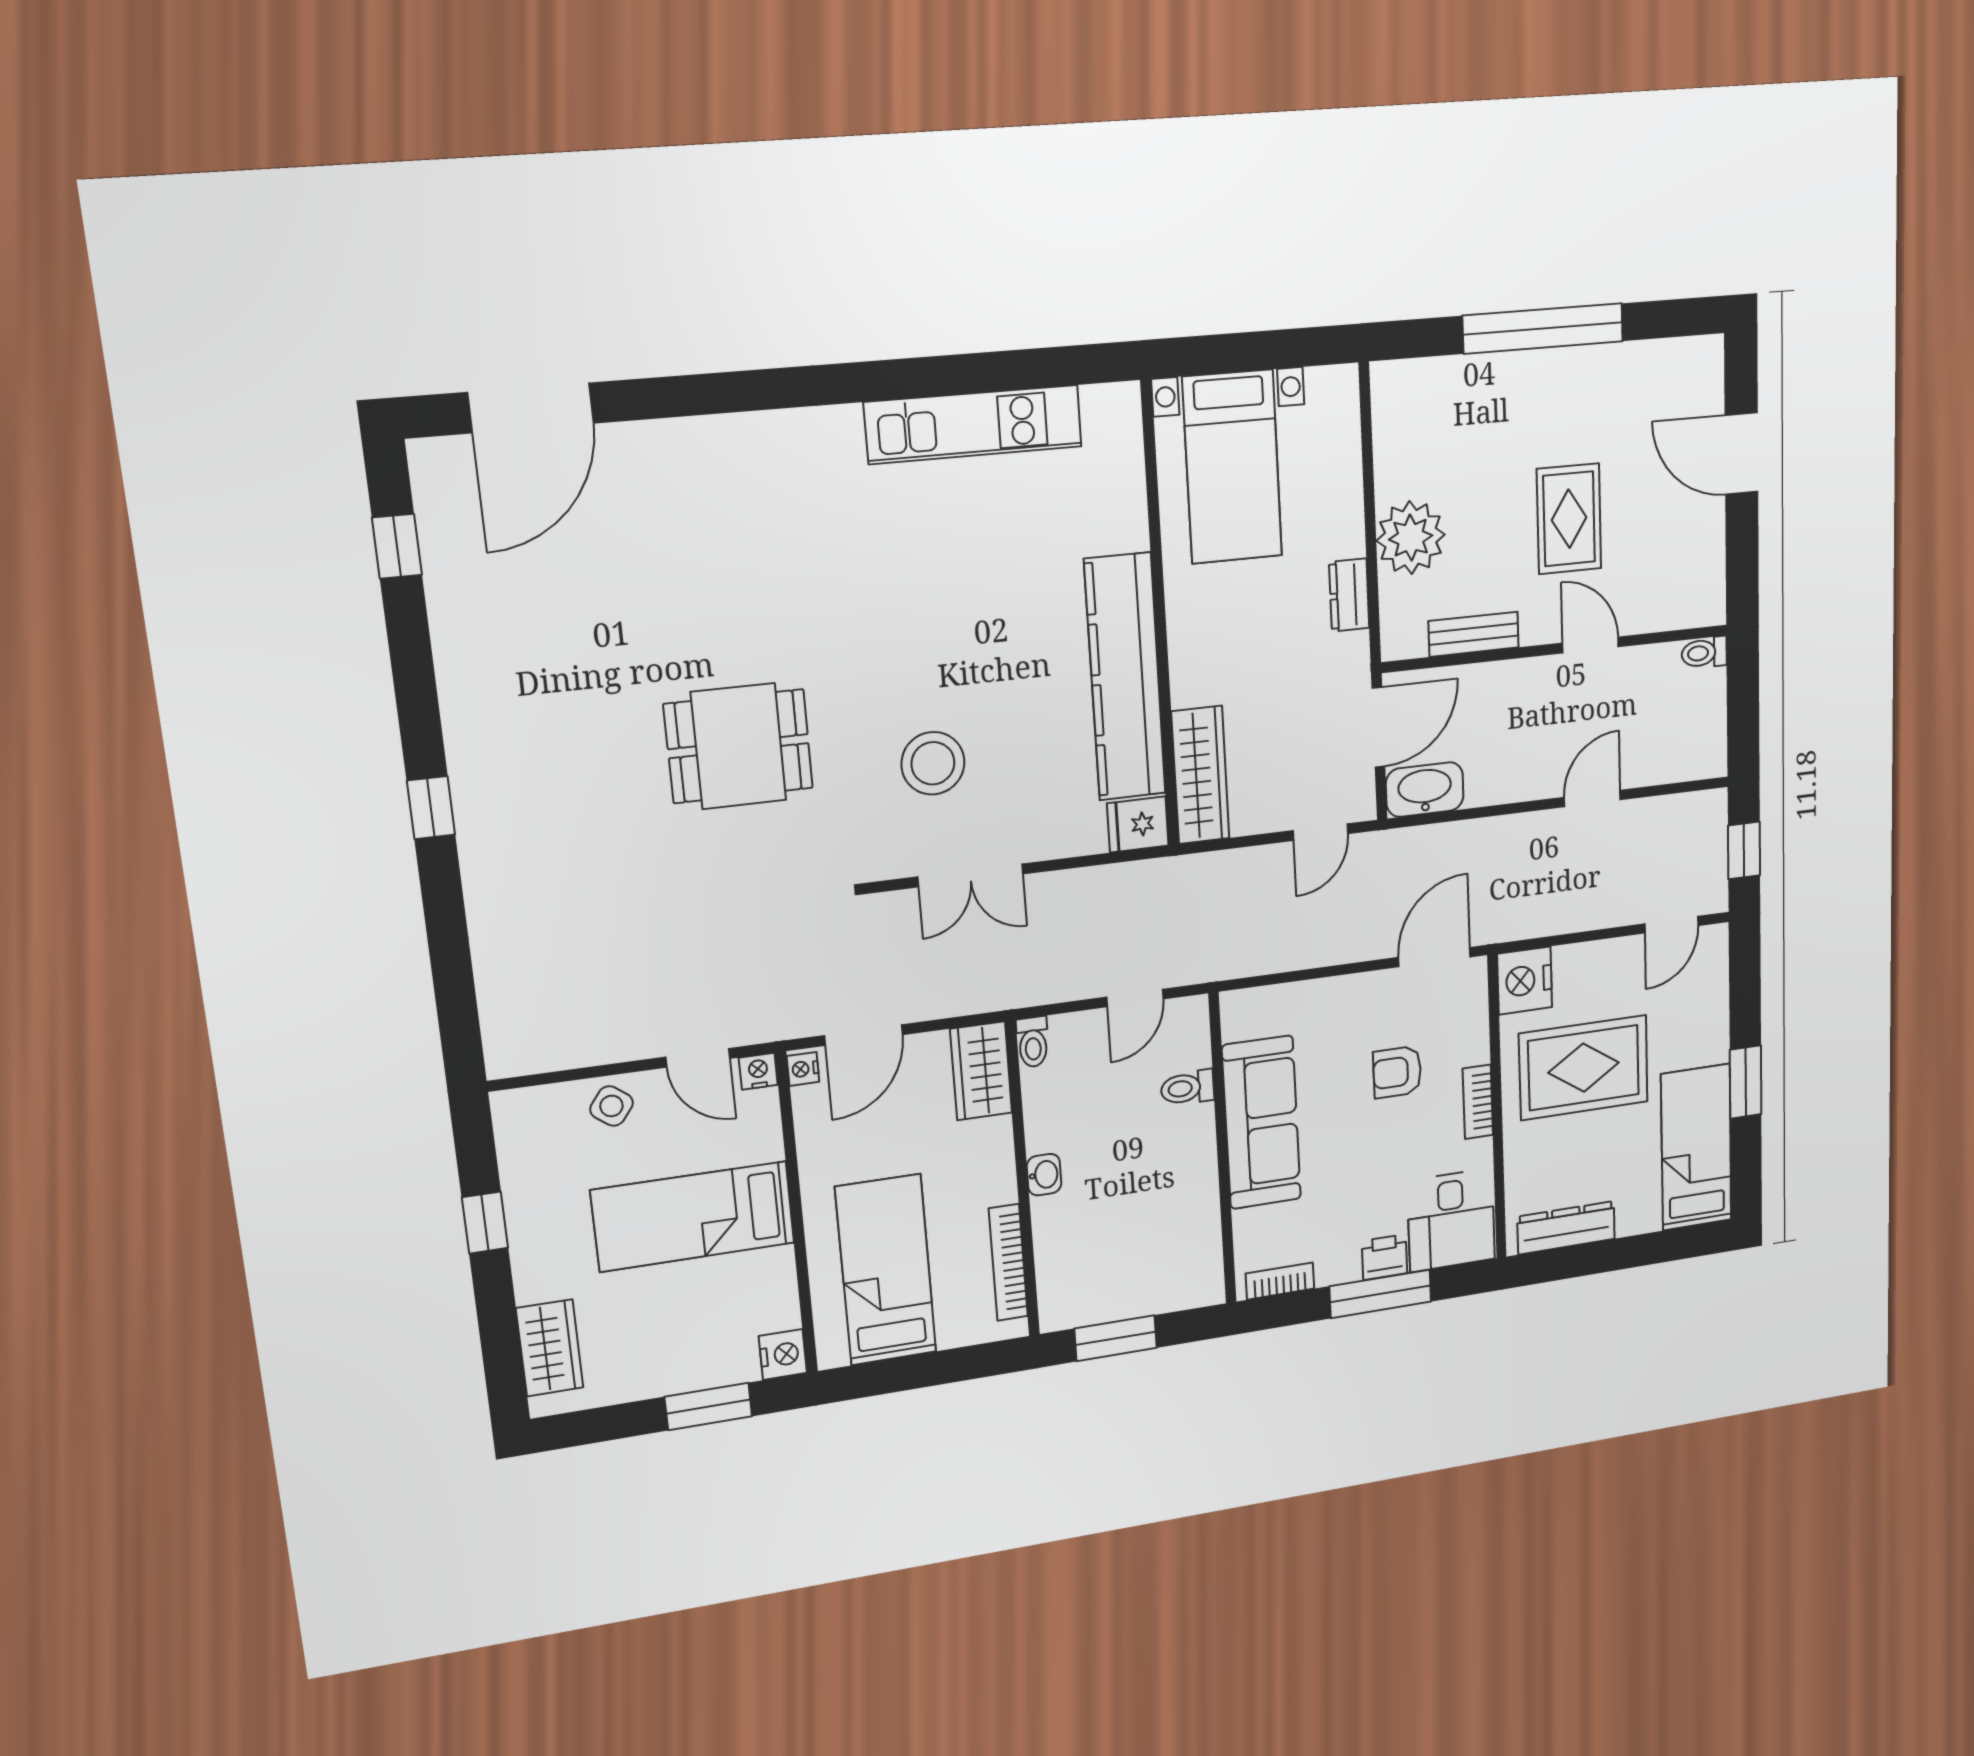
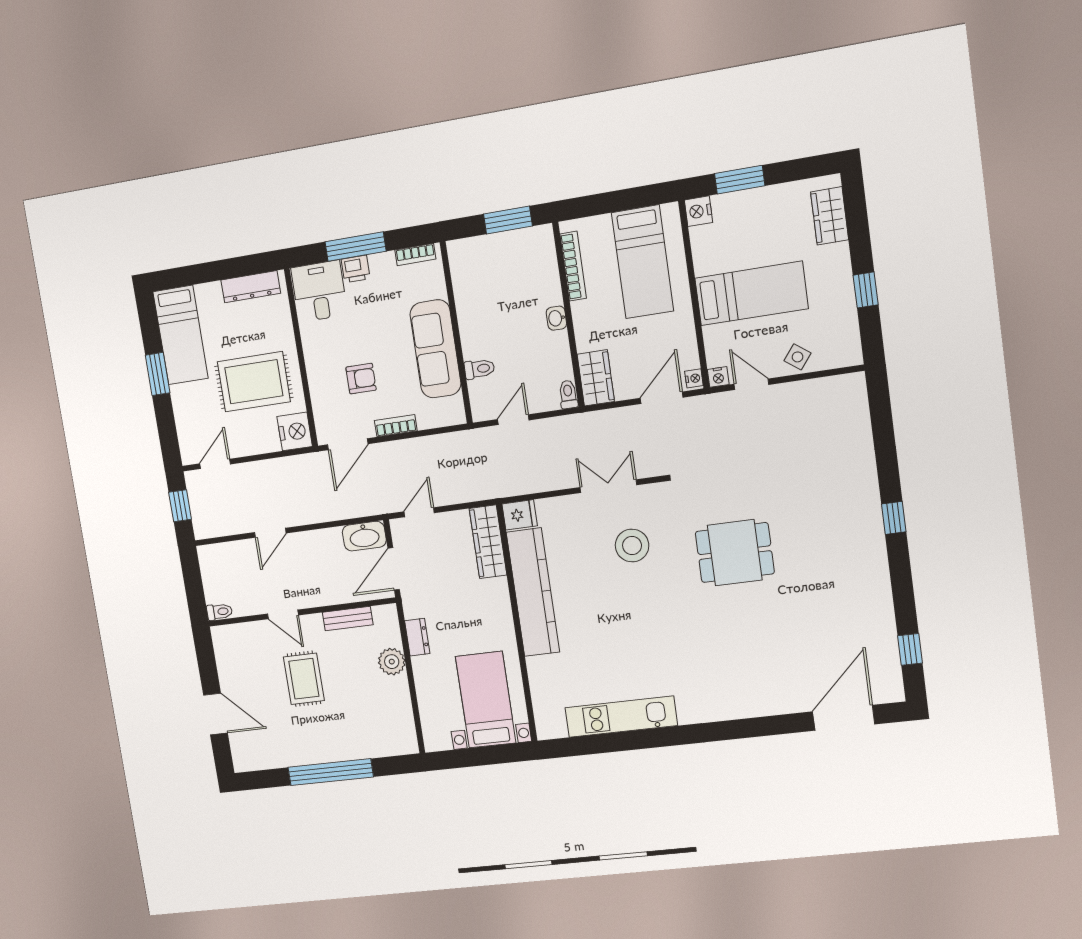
plant: (1411, 538) -> (392, 662), width x0.73, depth x0.73
bookcase: (1478, 1102) -> (396, 426), moved, turned -90

